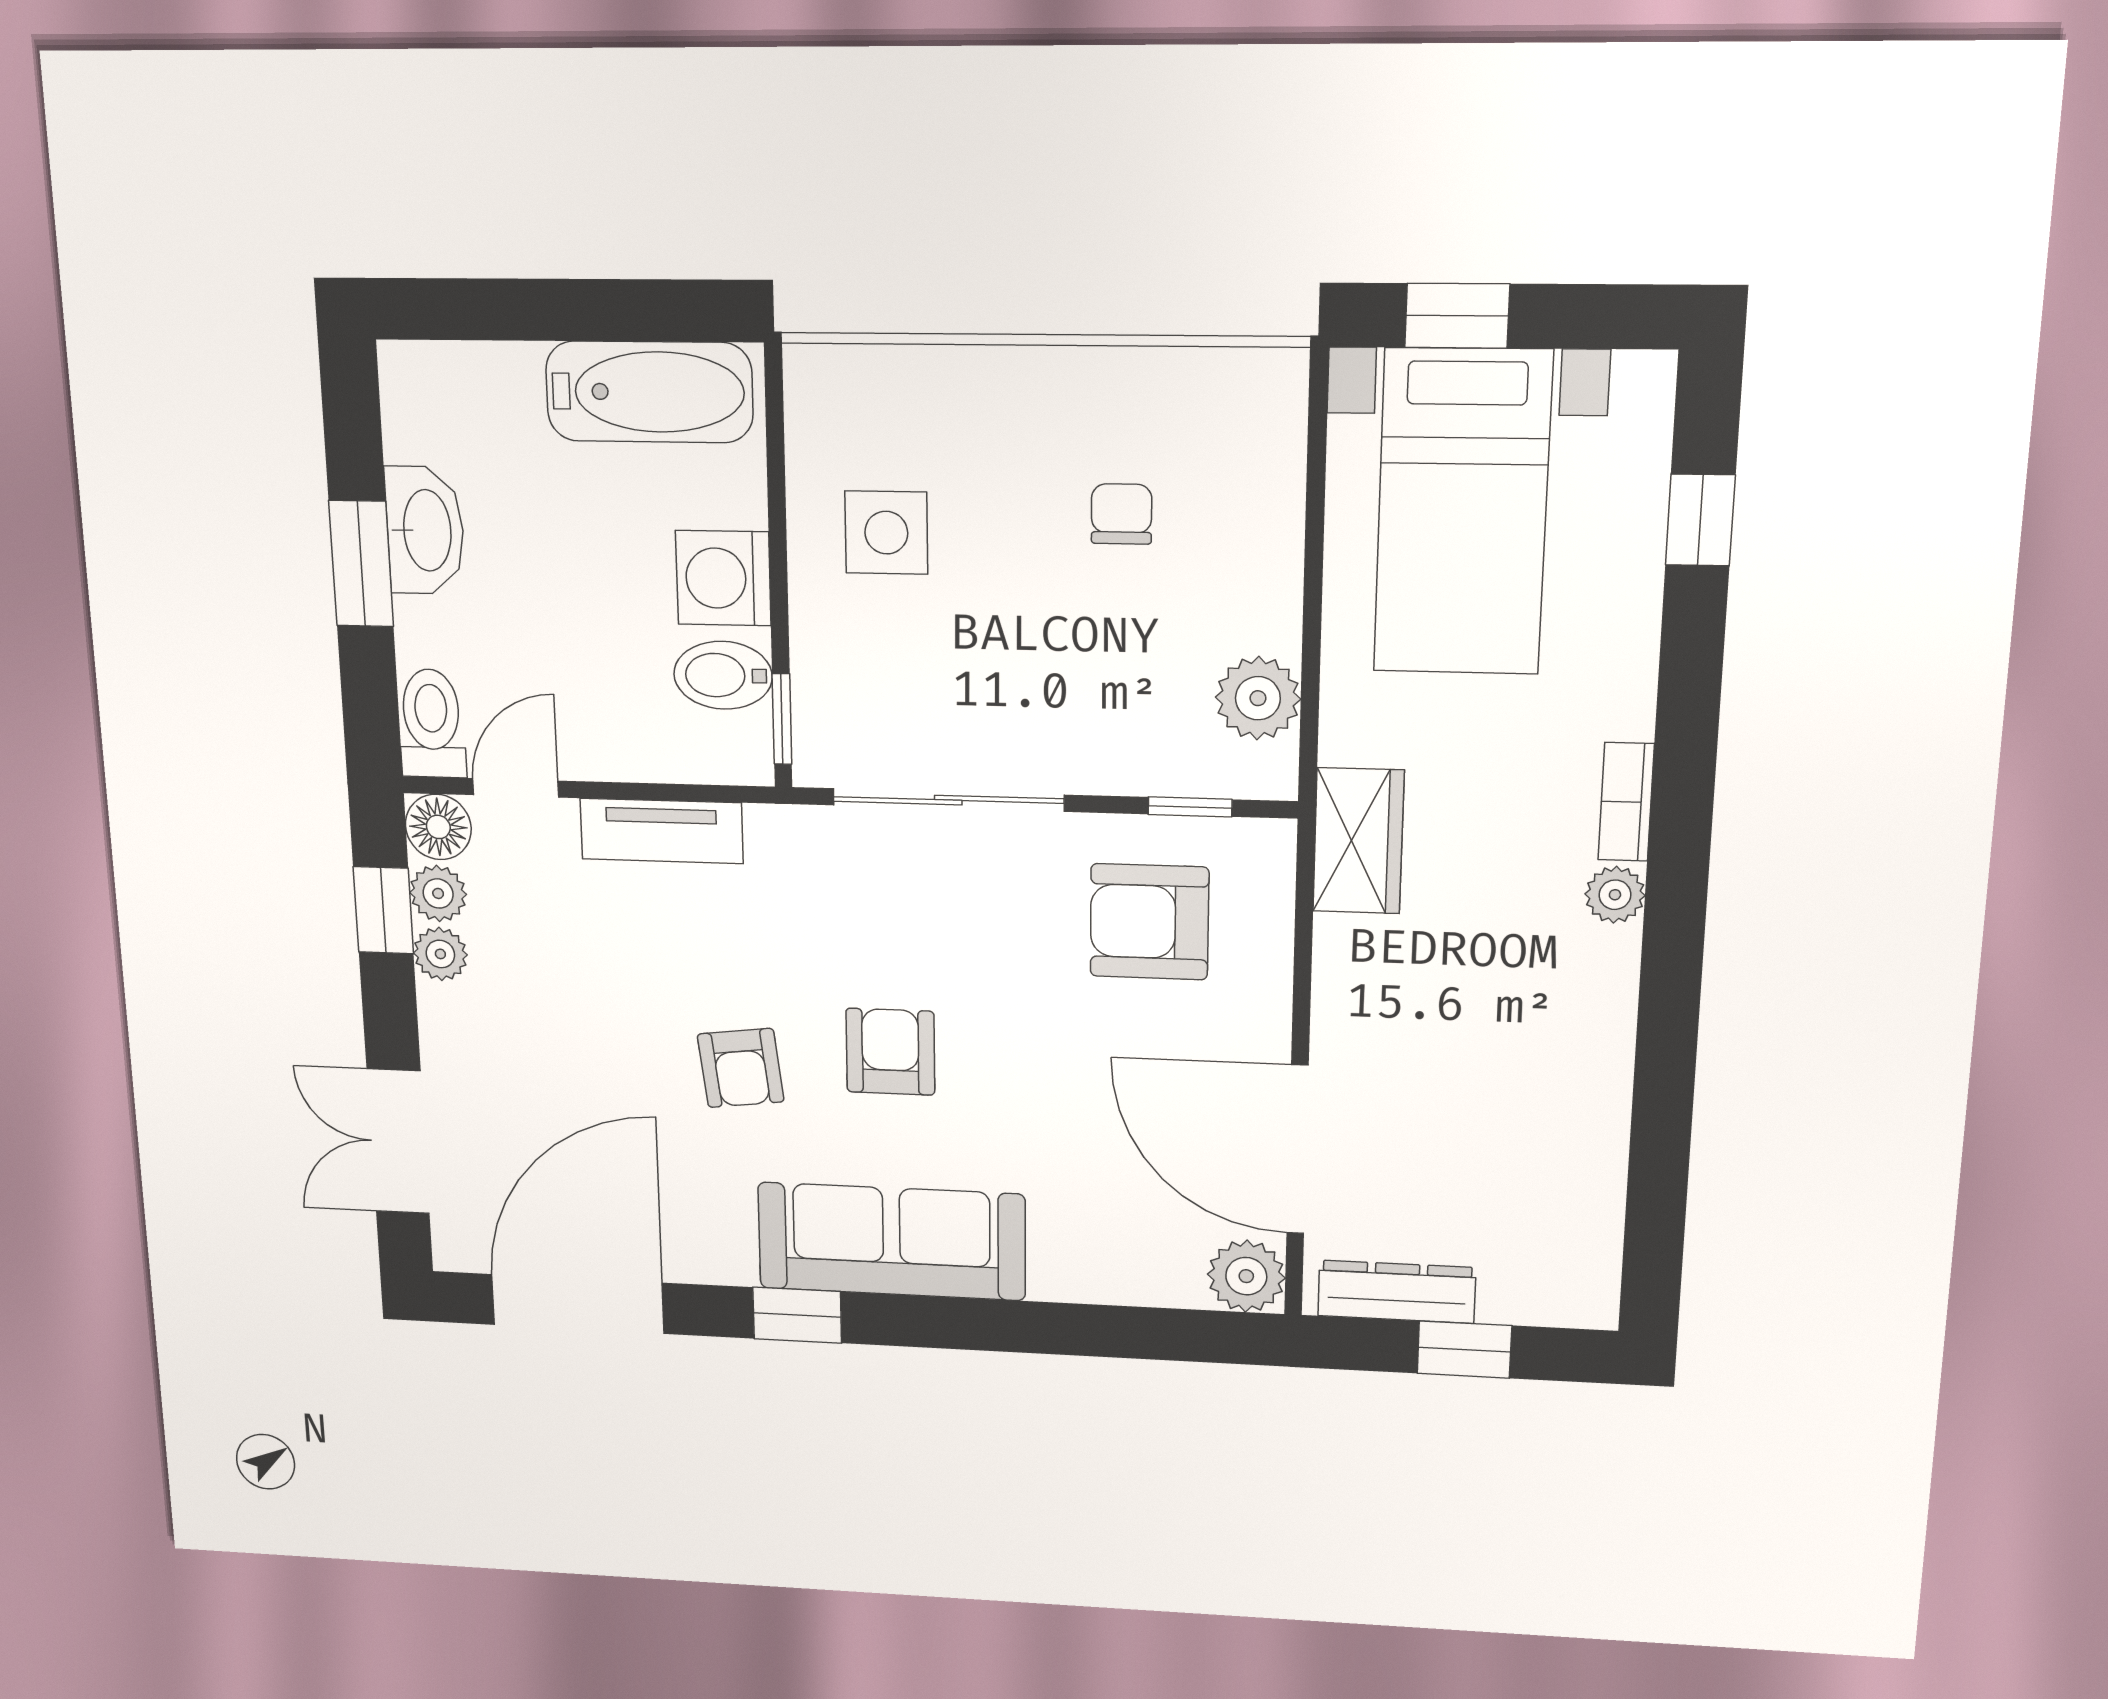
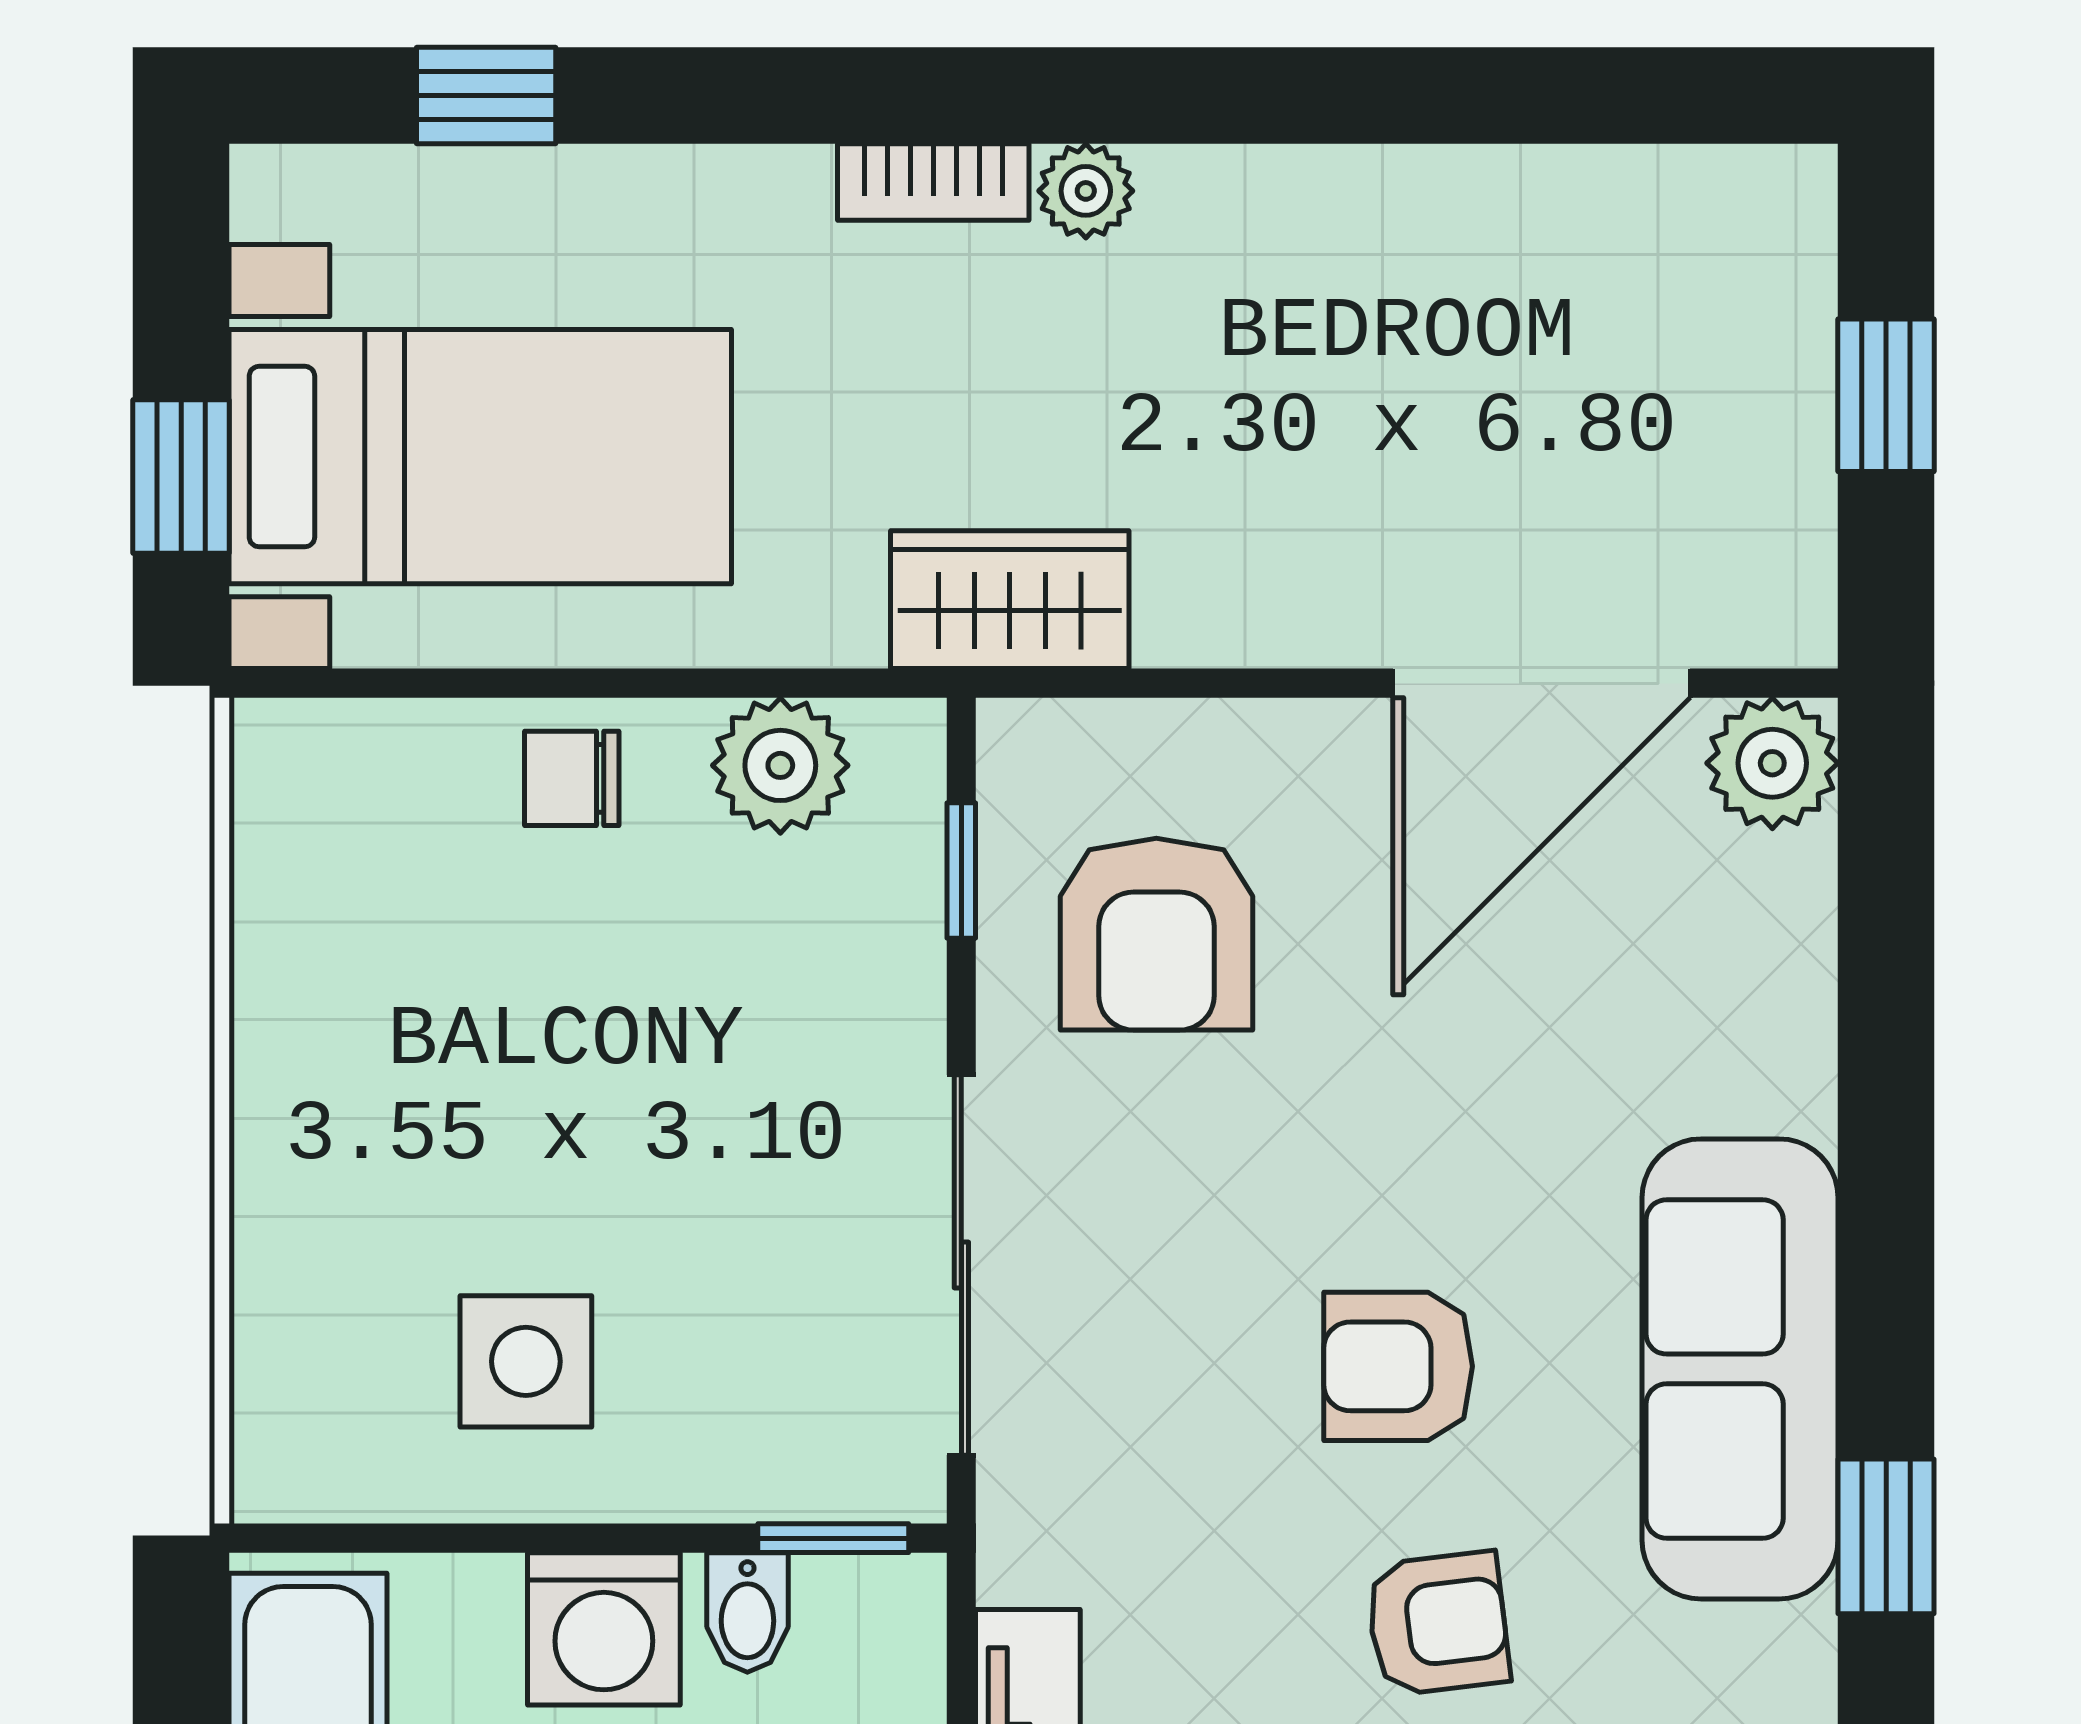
chair: (1122, 514) -> (572, 778), moved
bidet: (723, 675) -> (747, 1612), width x0.72, depth x0.74
dresser: (1397, 1292) -> (1787, 511), removed

